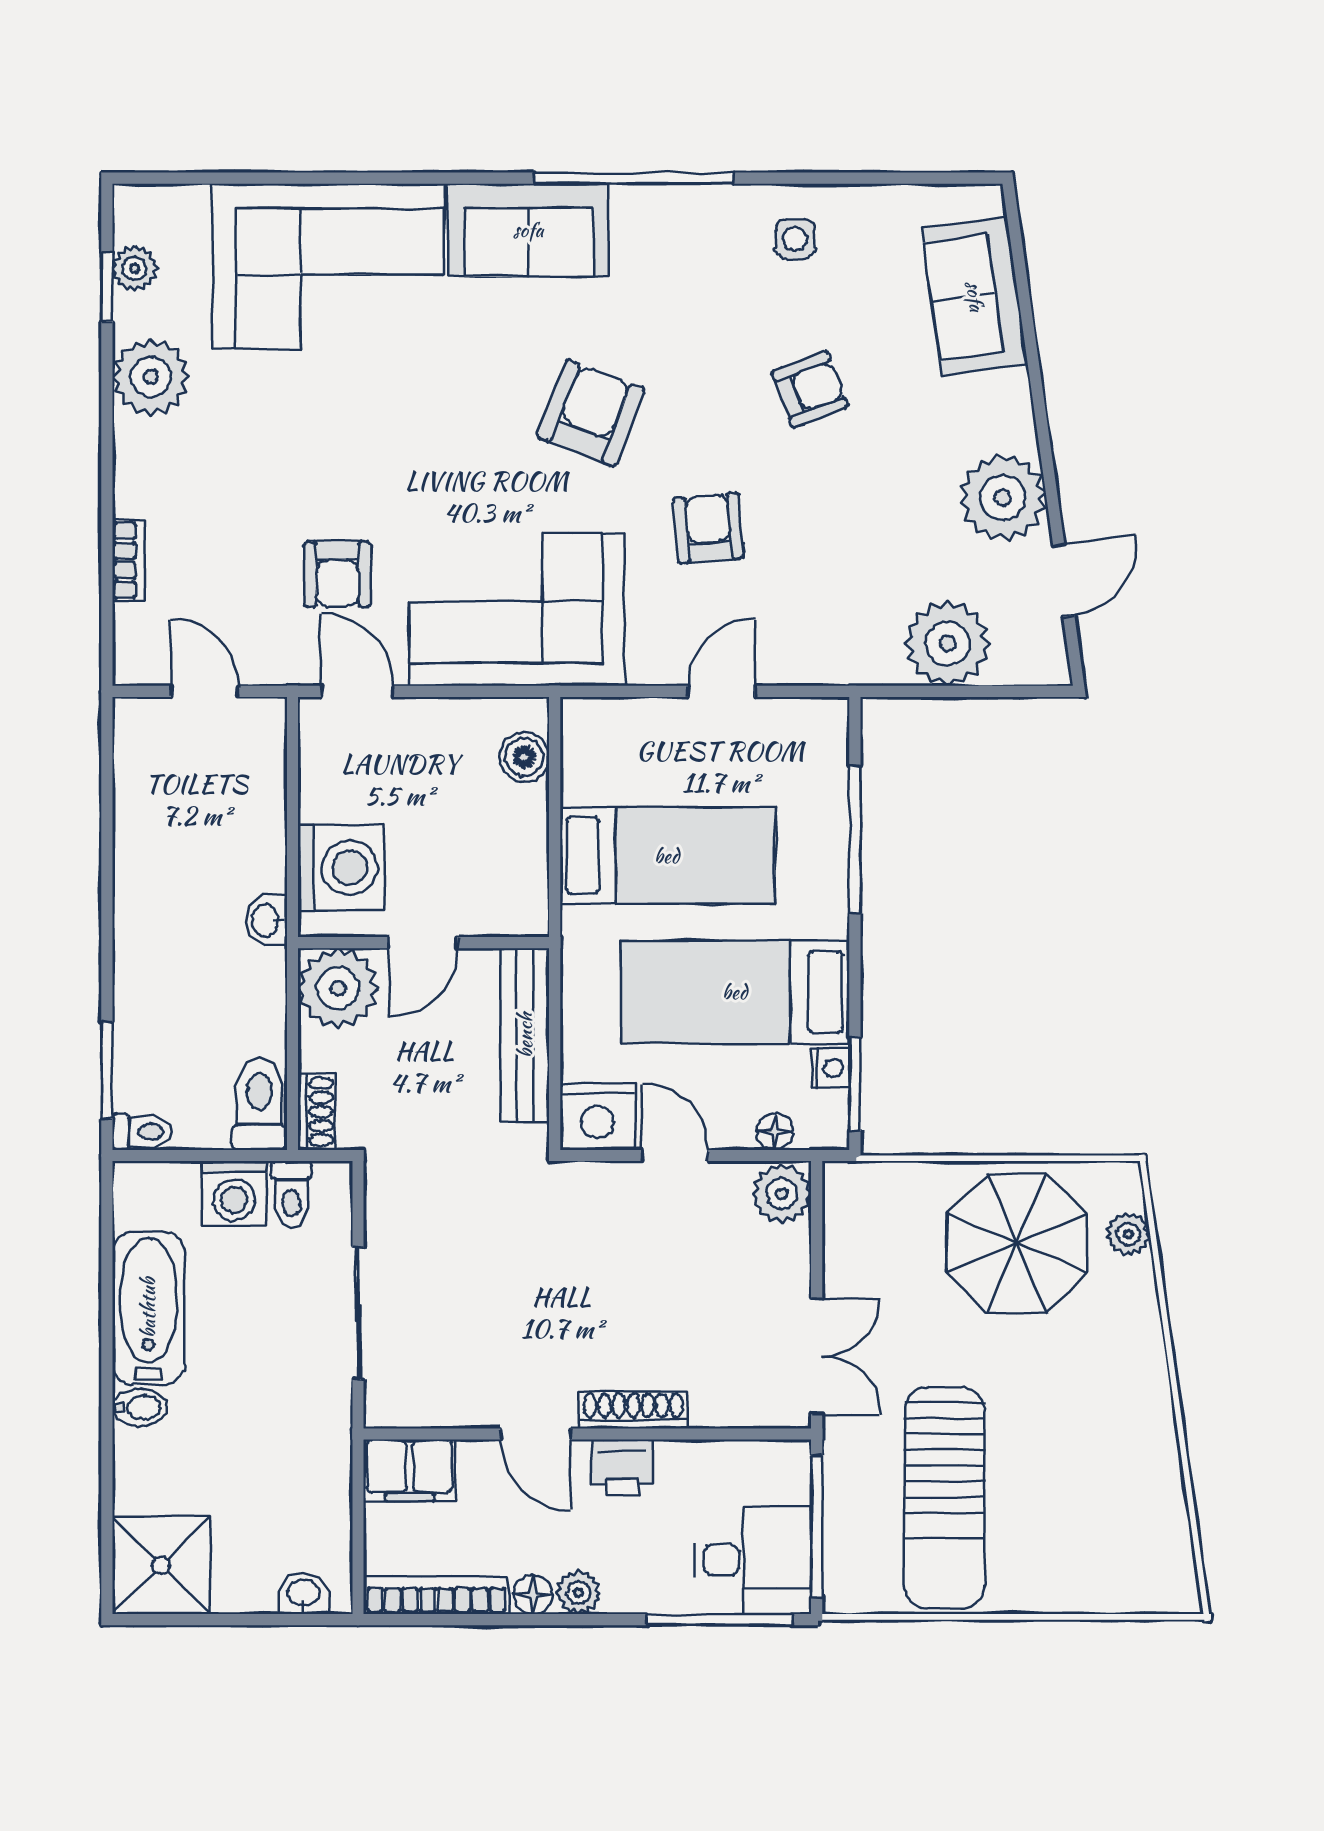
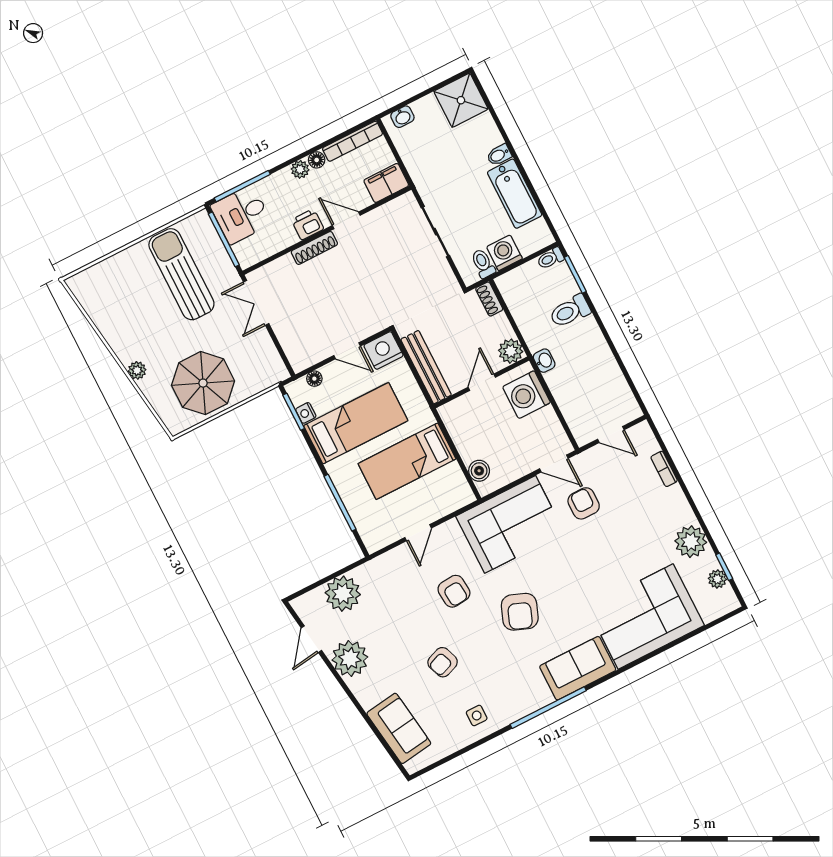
plant: (338, 988) -> (511, 351), width x0.73, depth x0.73
toilet: (259, 1104) -> (570, 311), moved, turned 90
plant: (782, 1194) -> (300, 357), removed
plant: (1128, 1234) -> (137, 370), moved

